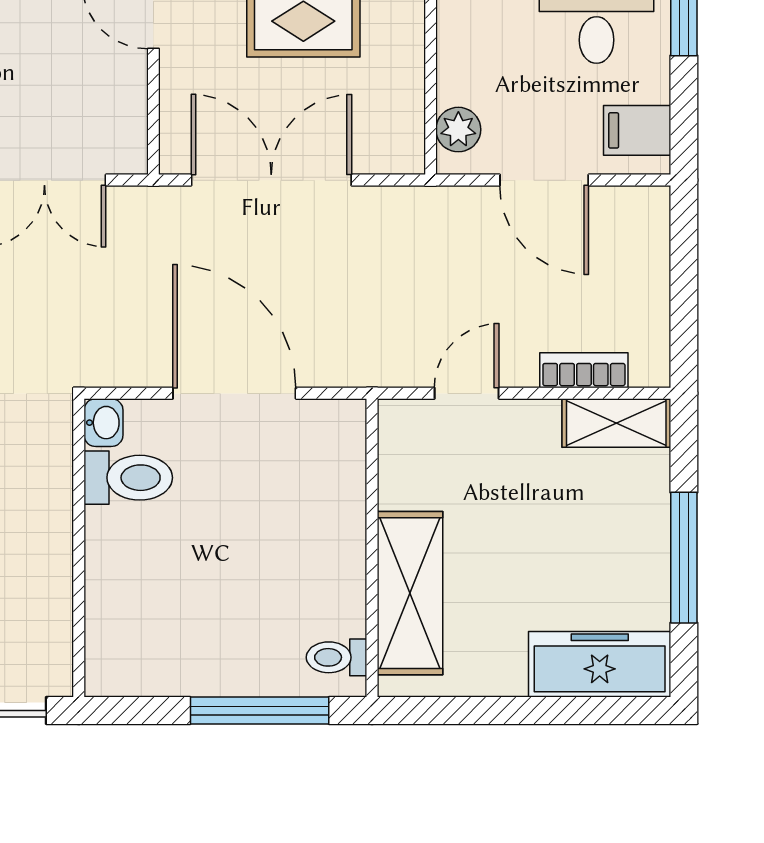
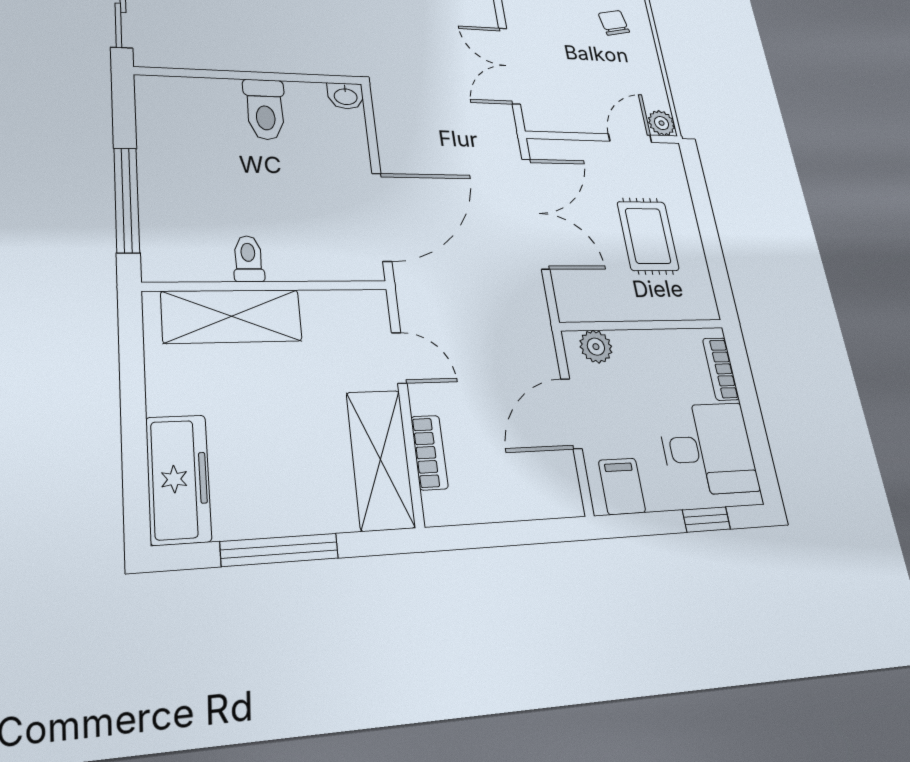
door: (234, 393) -> (382, 217), moved
shelving: (616, 423) -> (380, 459), width x1.50, depth x1.33
toilet: (128, 478) -> (265, 109), moved
toilet: (337, 657) -> (248, 259), moved

